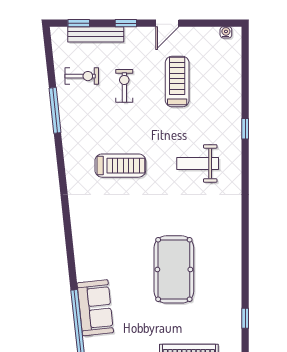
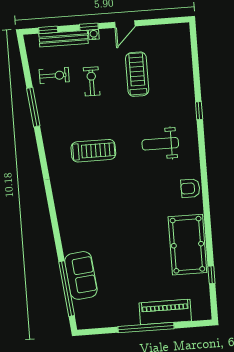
water cooler: (226, 32) -> (94, 35), moved
armchair: (228, 217) -> (190, 188), added
pool table: (174, 269) -> (187, 245), moved

